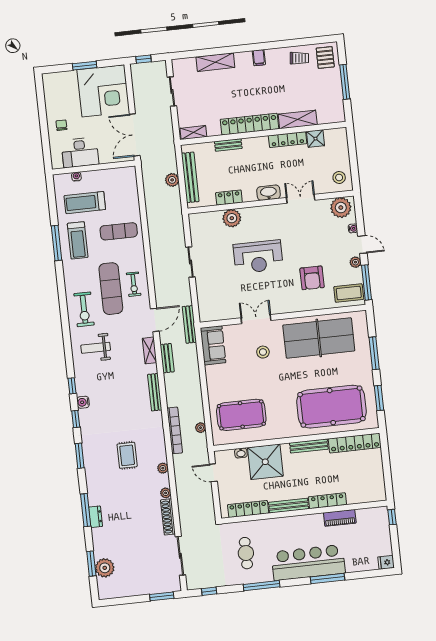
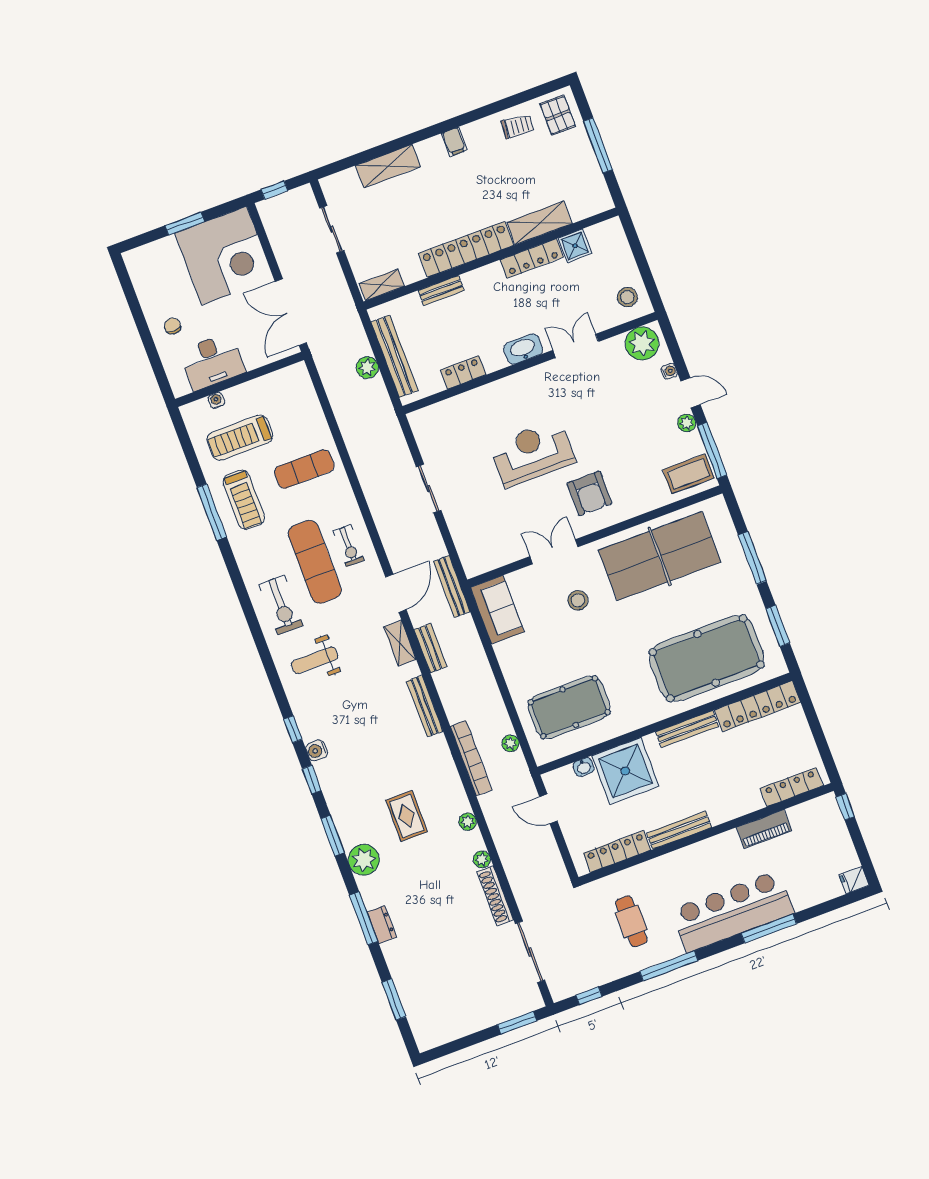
plant: (232, 218) -> (476, 403), removed
reception desk: (258, 257) -> (532, 453), turned 180
armchair: (312, 278) -> (589, 493), moved
locker: (327, 501) -> (792, 787), moved
plant: (105, 568) -> (364, 860), moved

